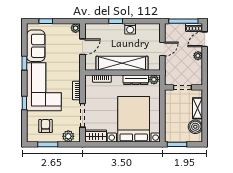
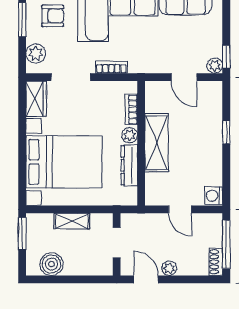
window: (46, 21) -> (226, 57), moved
washing machine: (130, 29) -> (214, 196), moved
door: (205, 39) -> (146, 279), moved
shelving: (122, 63) -> (157, 143), width x0.68
plant: (154, 80) -> (130, 135), moved
shelving: (197, 108) -> (72, 221), moved

